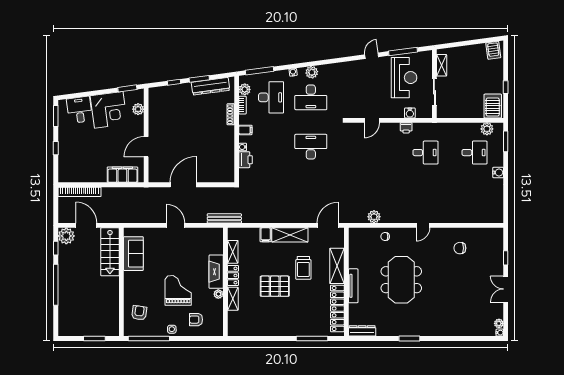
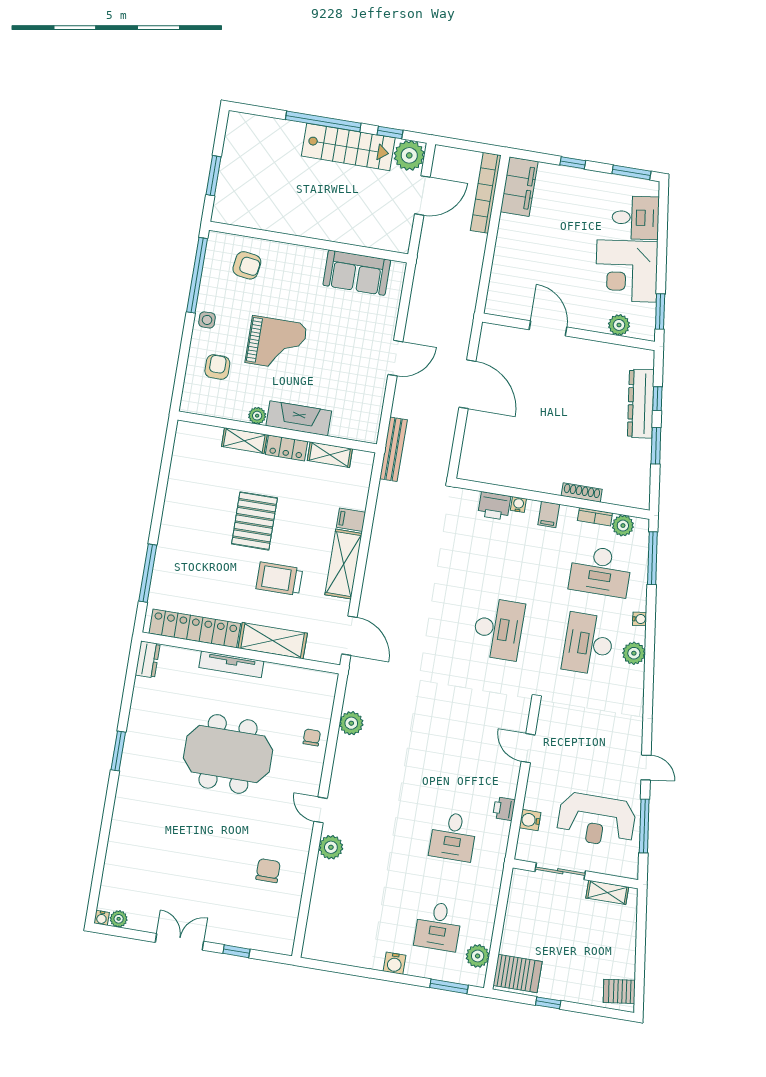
dresser: (211, 86) -> (641, 404), moved
filing cabinet: (122, 175) -> (519, 187), moved
plant: (442, 217) -> (331, 847), added
stairs: (110, 252) -> (348, 147), moved, turned 180
dresser: (362, 331) -> (148, 659), width x0.70

